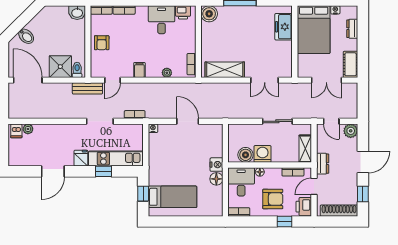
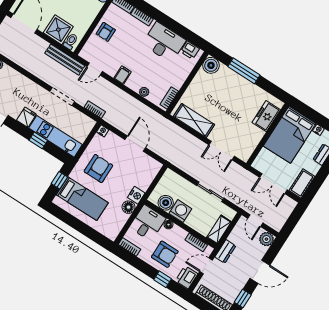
desk: (162, 20) -> (164, 42), width x1.37
bench: (87, 88) -> (65, 60), width x1.36
armchair: (170, 162) -> (98, 168), added

